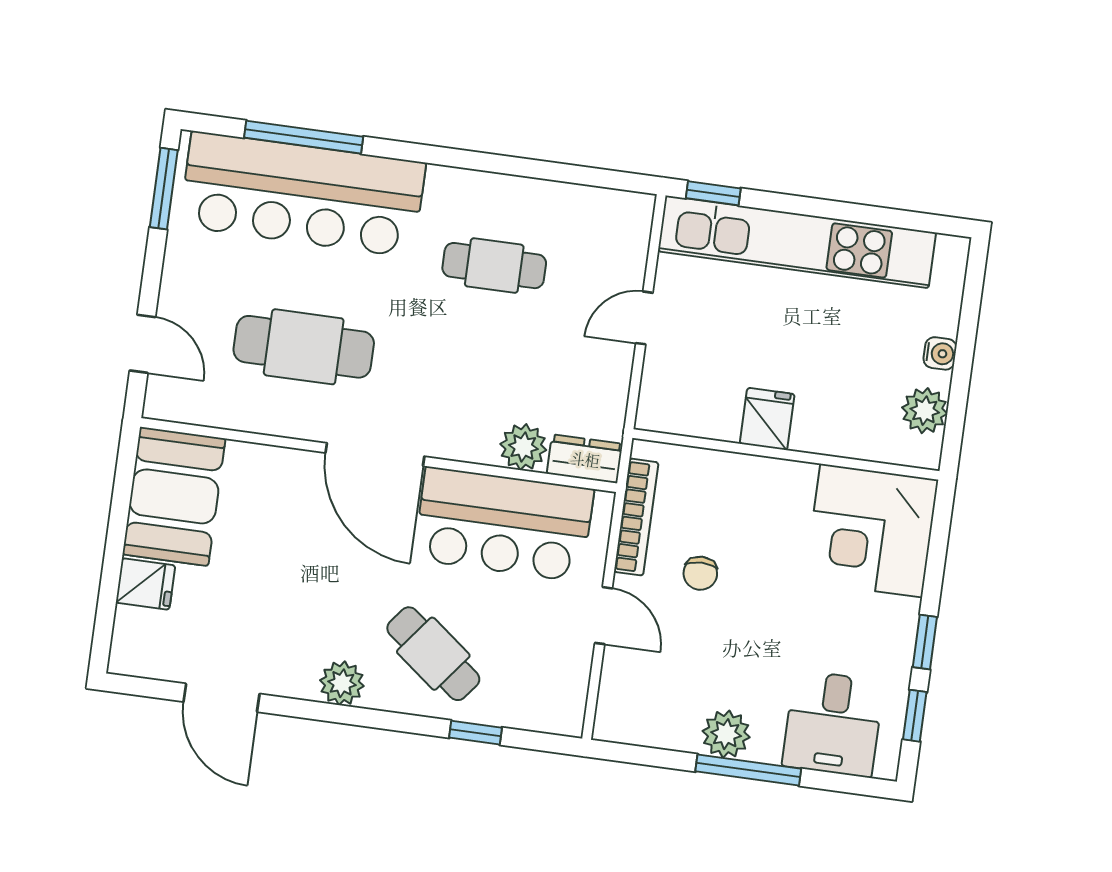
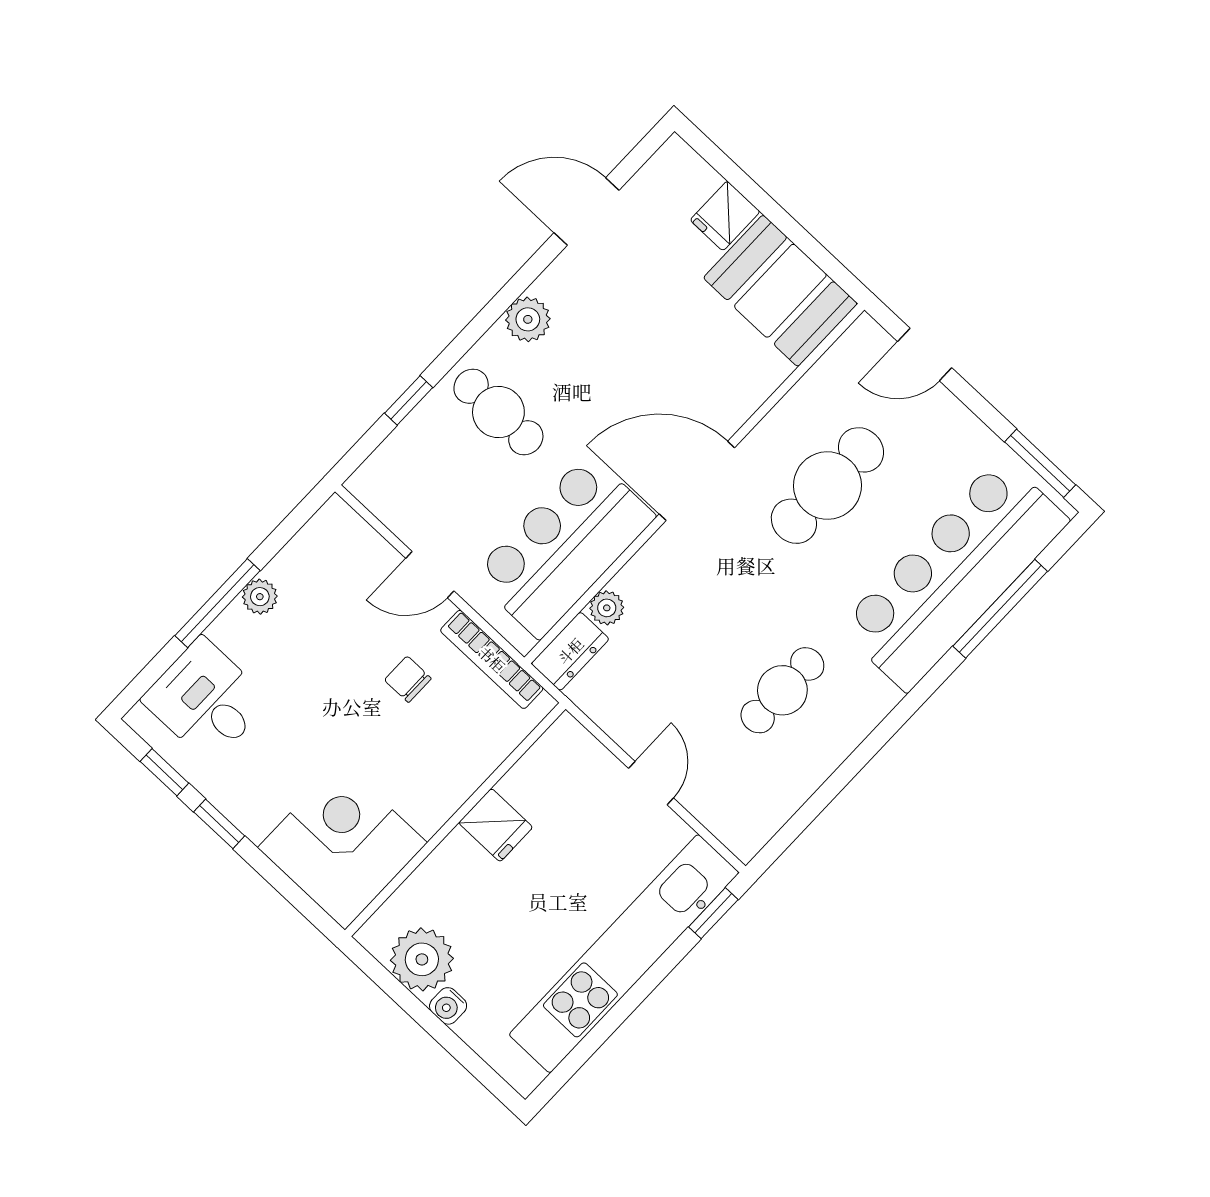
plant: (925, 411) -> (422, 959), width x1.36, depth x1.36
plant: (523, 447) -> (607, 608), width x0.73, depth x0.73
cafe table: (433, 654) -> (498, 412), turned 52
plant: (726, 734) -> (260, 597), width x0.73, depth x0.73

